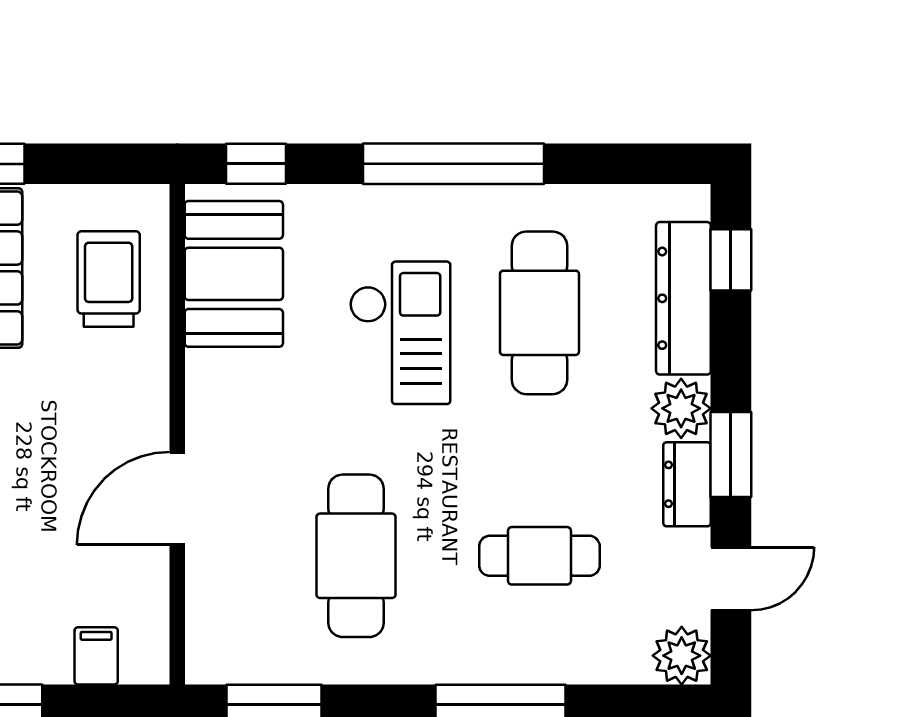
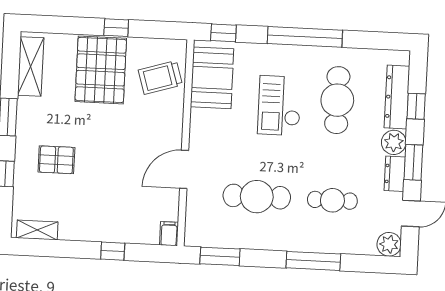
window: (731, 260) -> (416, 106), moved
trolley: (109, 279) -> (160, 77), turned -107
checkout: (400, 333) -> (279, 106), turned 180
cafe table: (356, 556) -> (257, 197), turned 90
filing cabinet: (96, 656) -> (169, 234), moved

